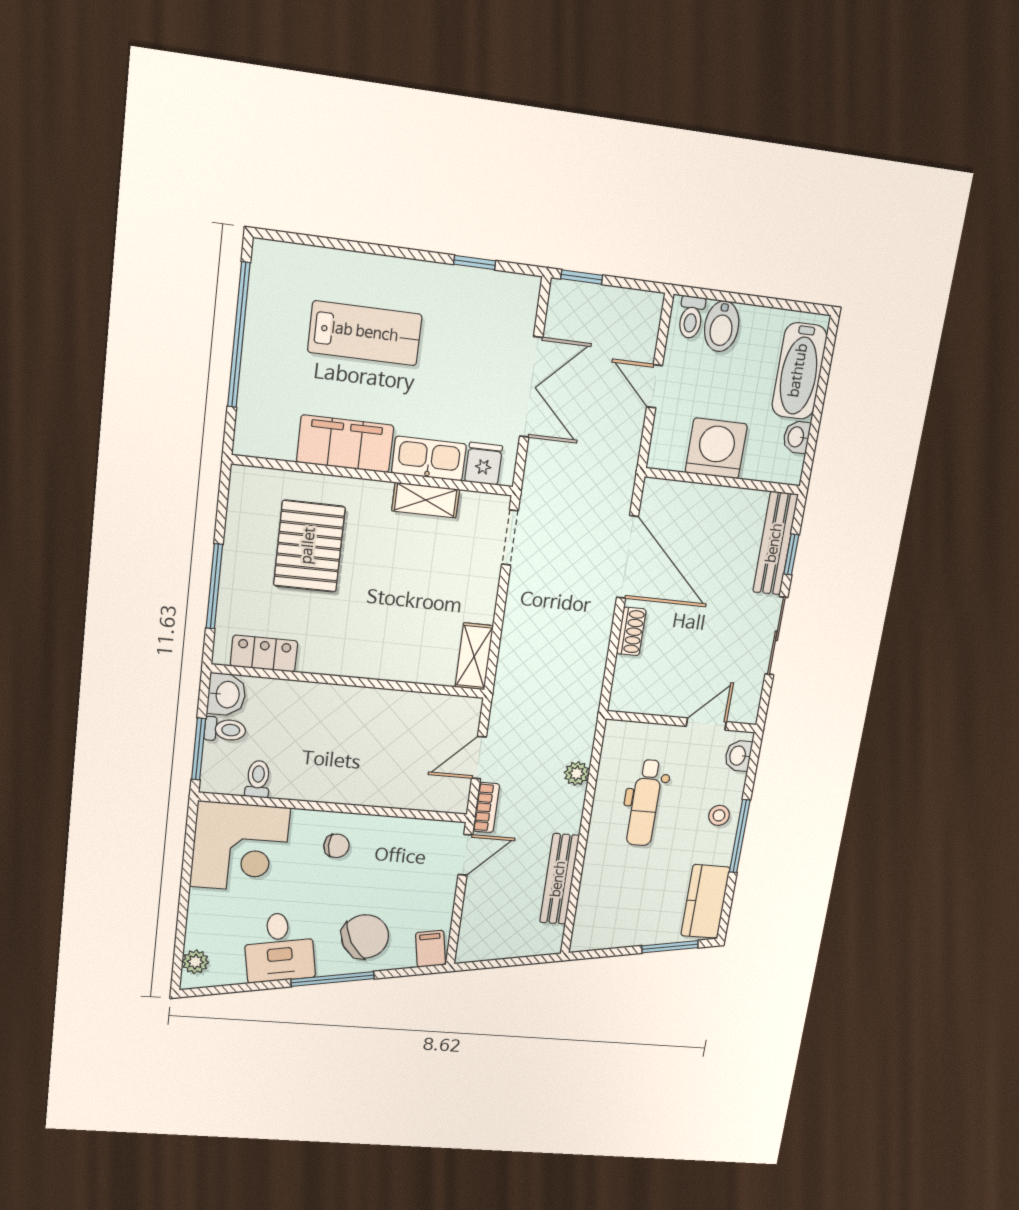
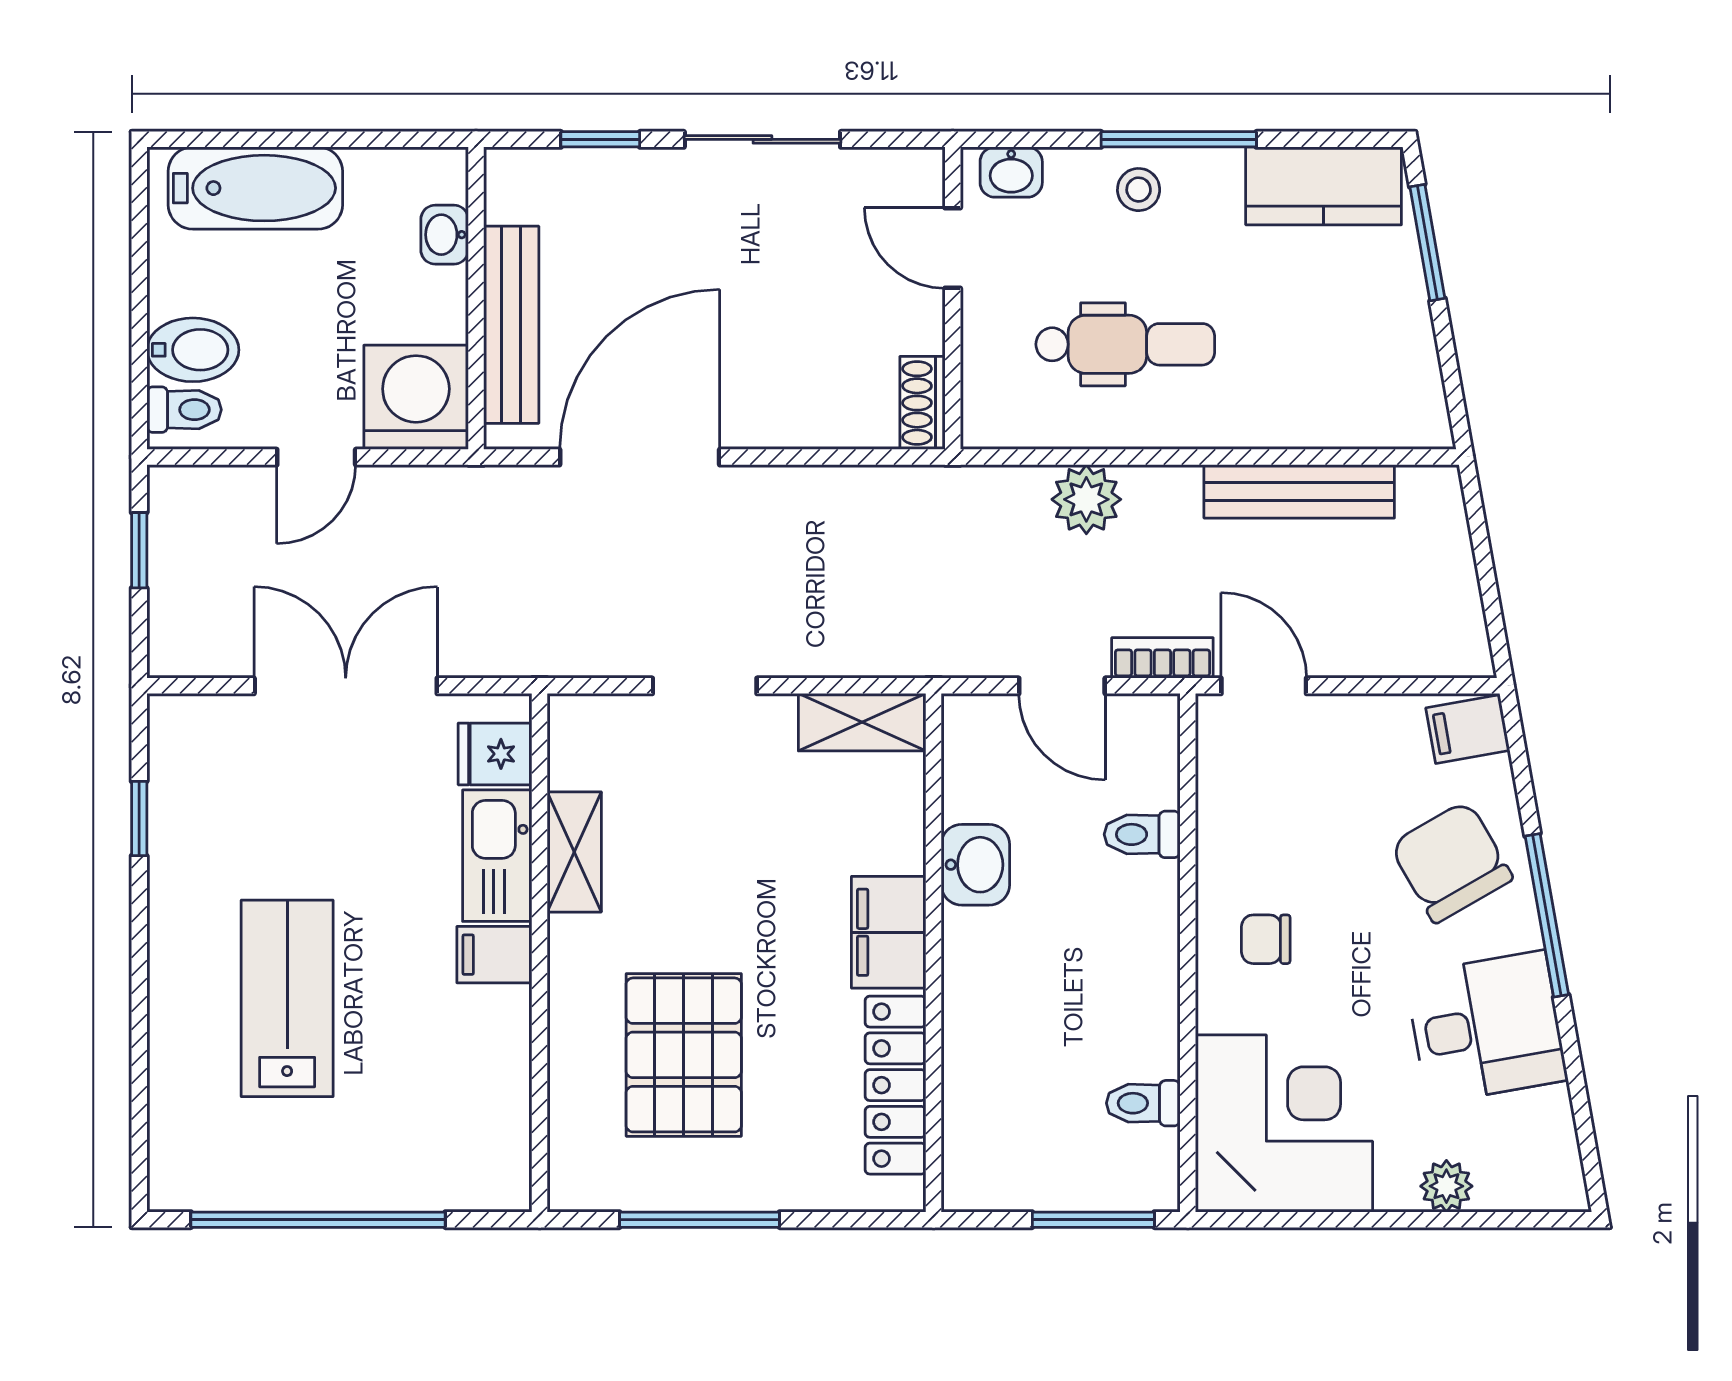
window: (582, 277) -> (139, 550), moved
washbasin: (797, 437) -> (445, 235), moved, turned 90
filing cabinet: (345, 444) -> (494, 955), width x0.33, depth x0.86
washing machine: (716, 448) -> (416, 397), moved, turned 90
doorway: (510, 538) -> (705, 686), moved
bench: (775, 543) -> (511, 325), moved, turned 90
pallet: (309, 546) -> (684, 1055), turned 90
window: (214, 586) -> (699, 1220), moved
shoe rack: (631, 631) -> (922, 403), moved, turned -90
locker: (264, 654) -> (896, 1085), width x1.53
filing cabinet: (363, 659) -> (889, 932), added
washbasin: (227, 695) -> (975, 865), moved, turned 90
toilet: (225, 730) -> (1142, 834), moved, turned -90
plant: (577, 773) -> (1086, 499), width x1.38, depth x1.38
chair: (336, 846) -> (1266, 939), turned -90
plant: (195, 962) -> (1446, 1186), moved

